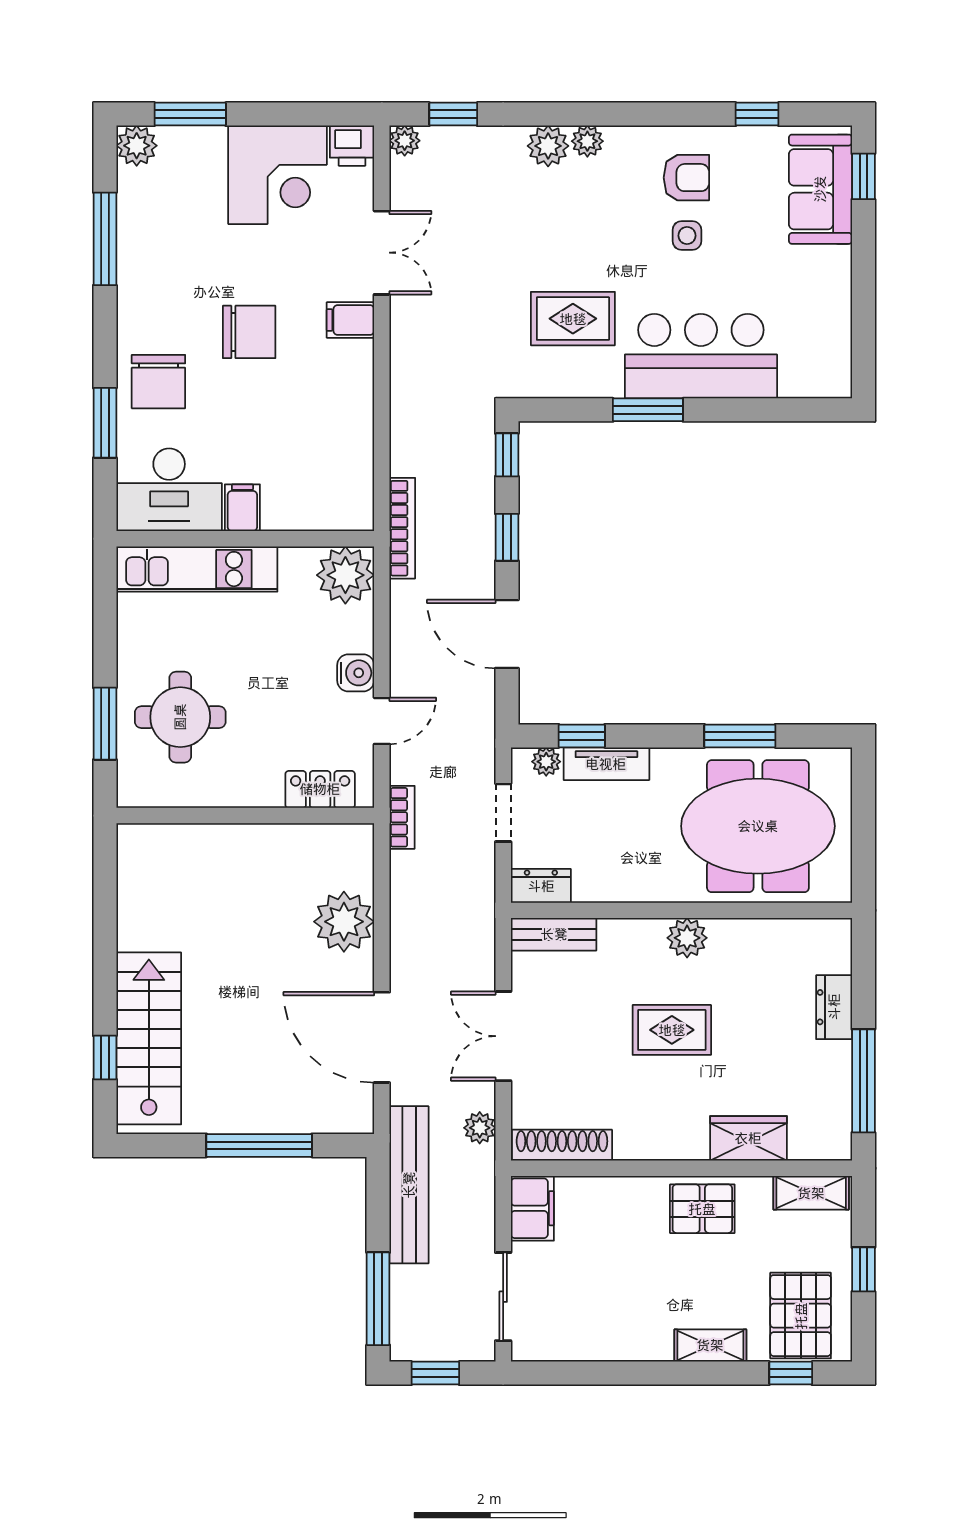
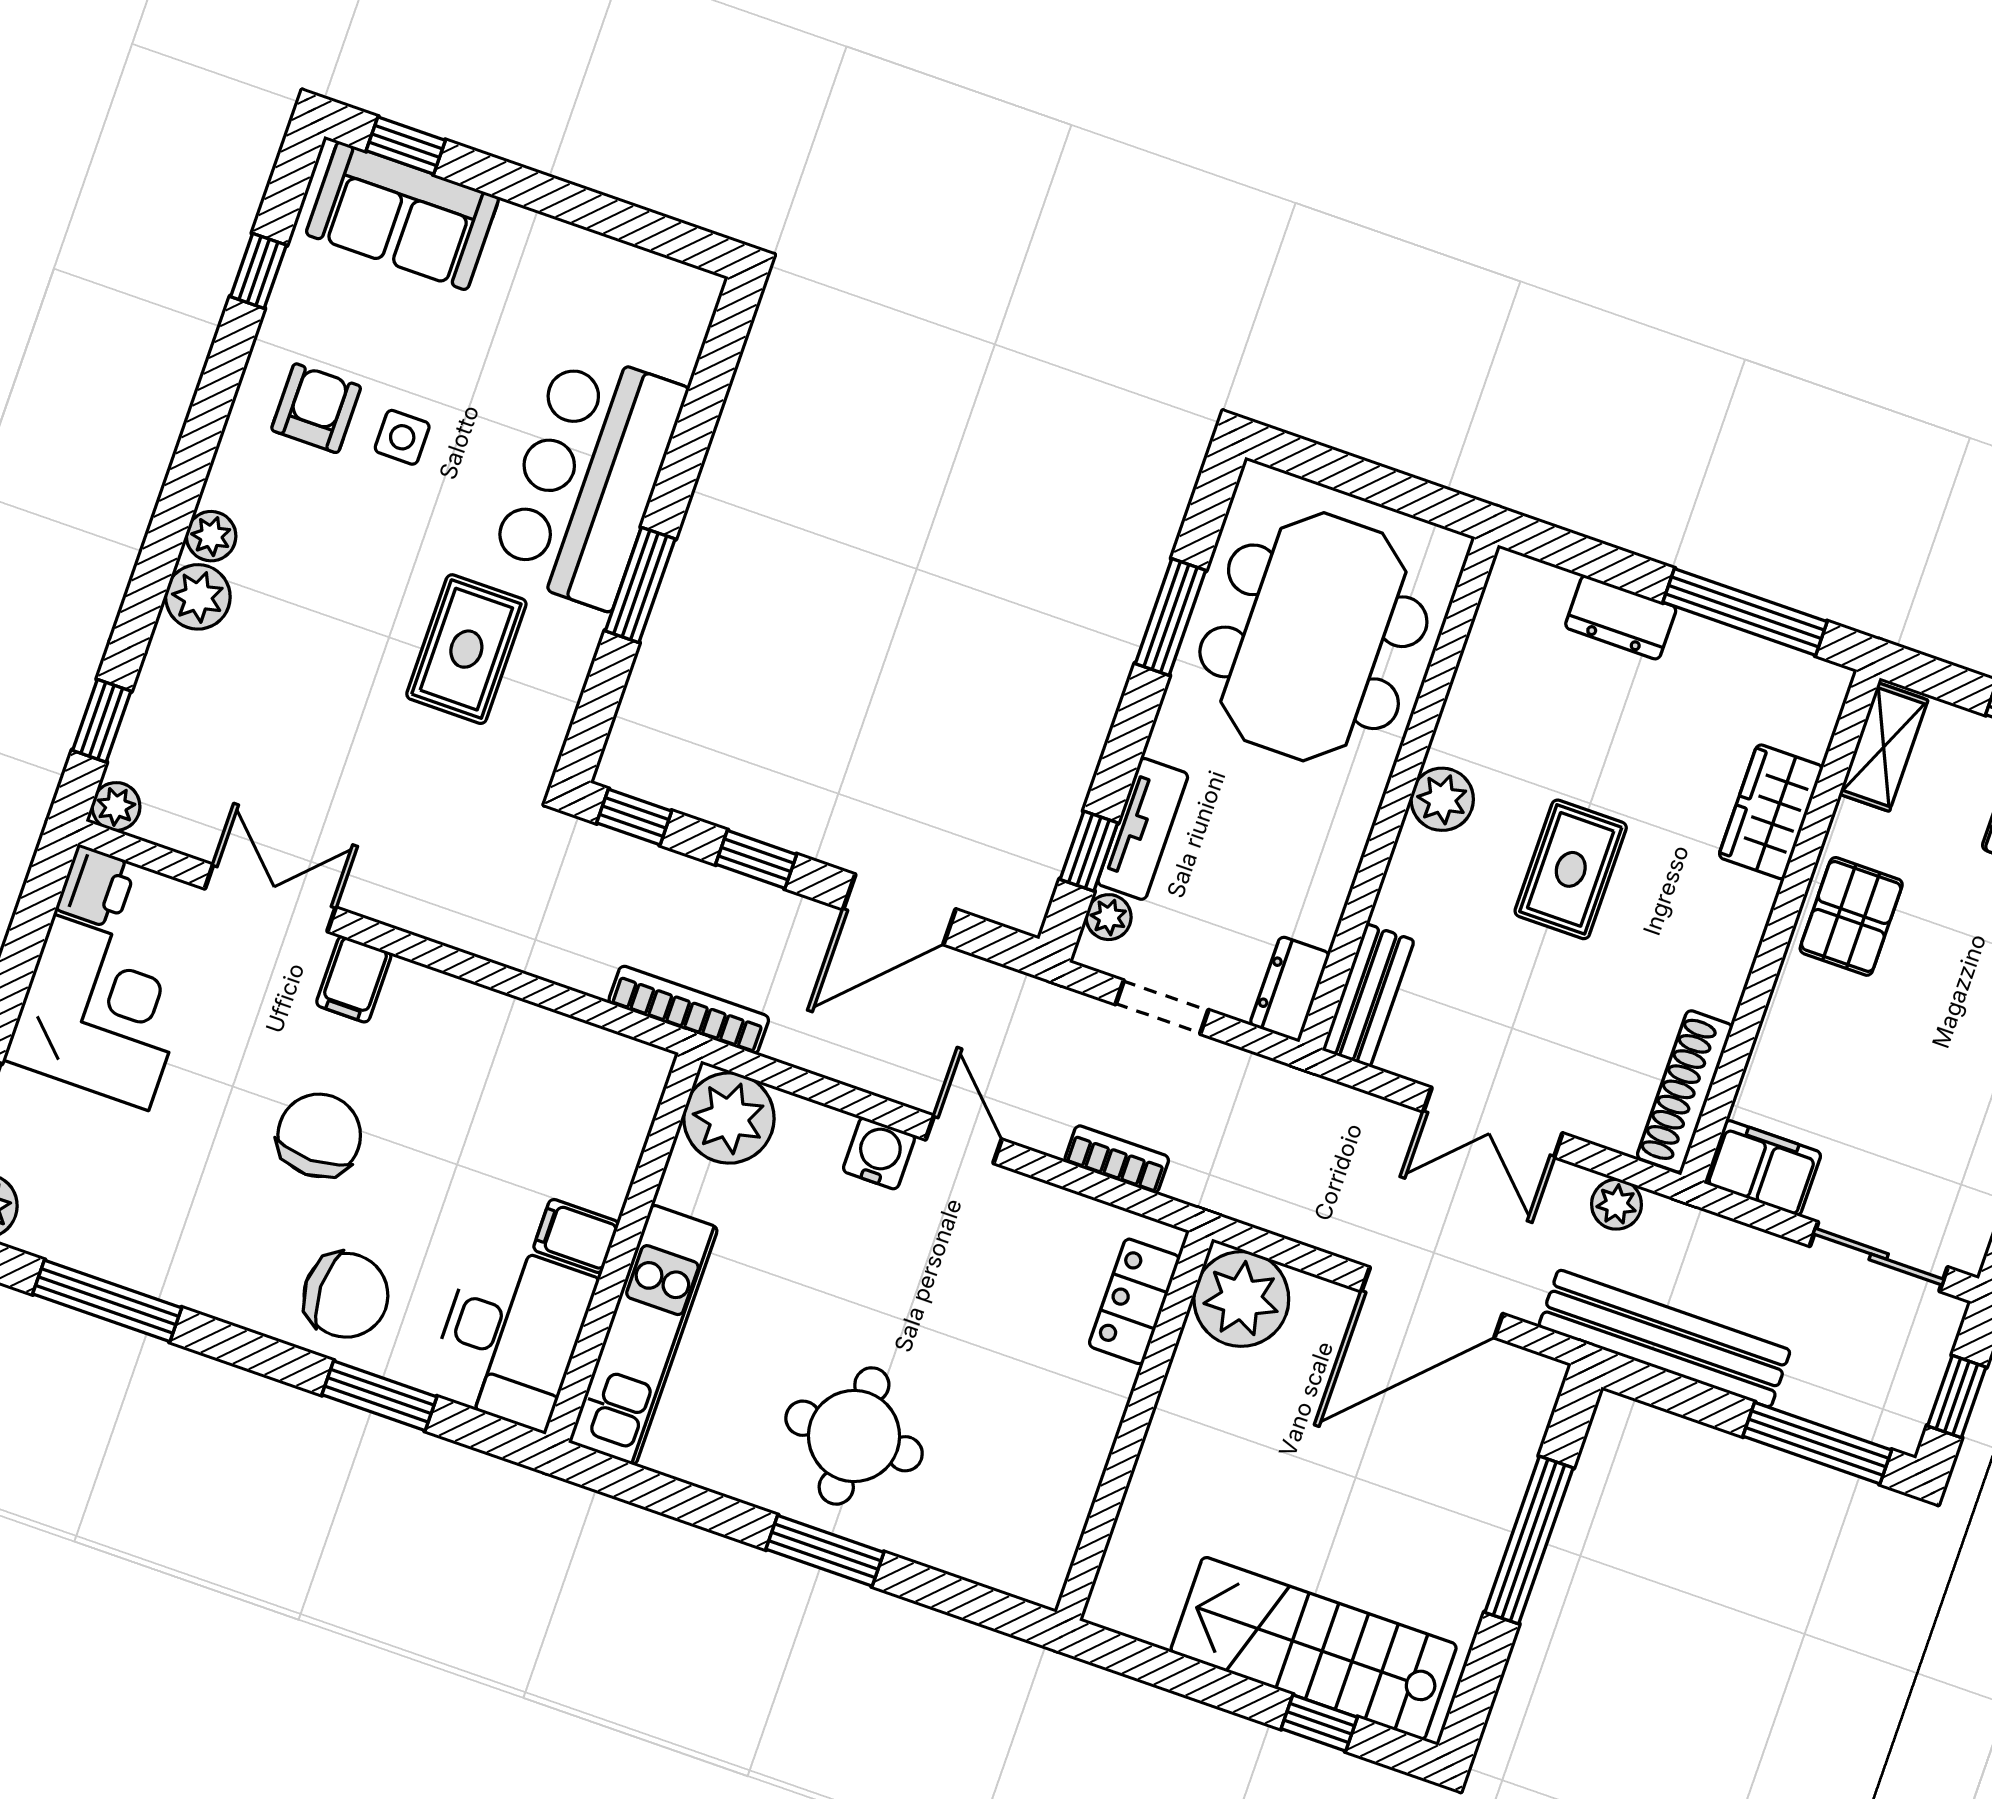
locker: (320, 789) -> (1134, 1301), moved
wall: (245, 816) -> (1134, 1426), moved

